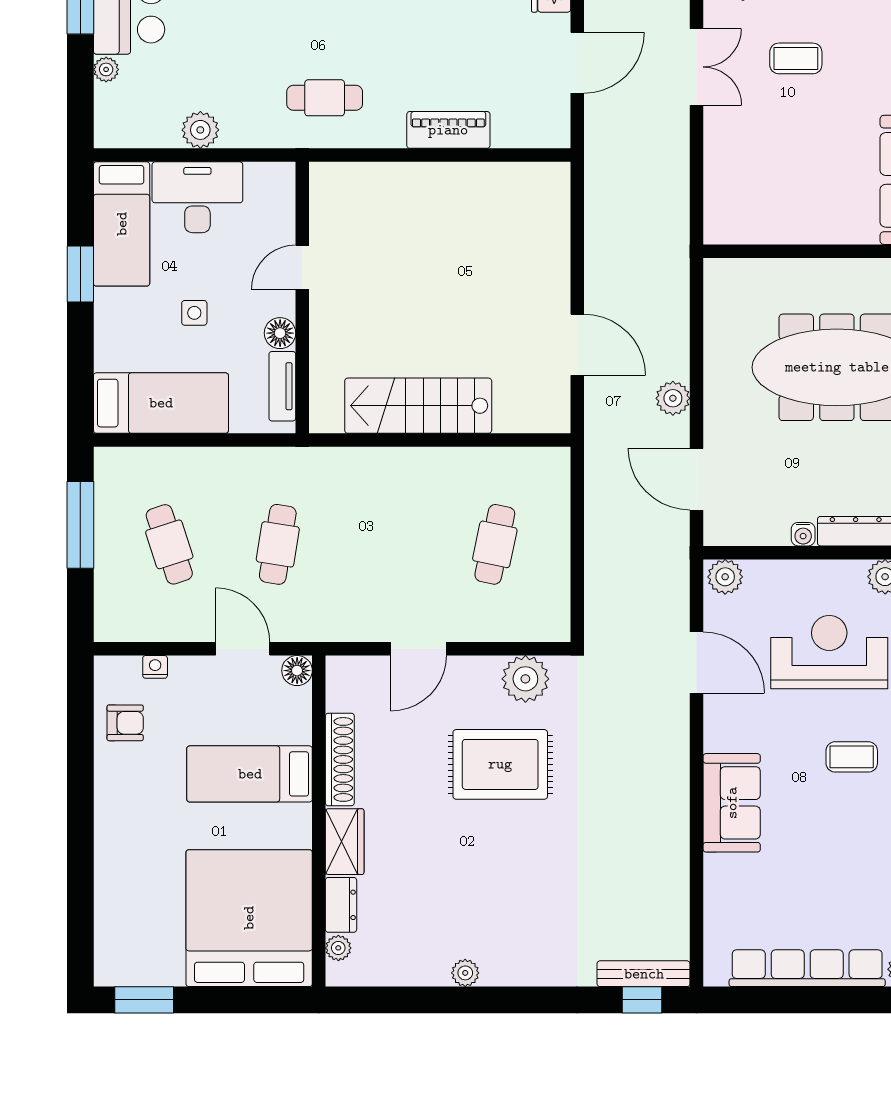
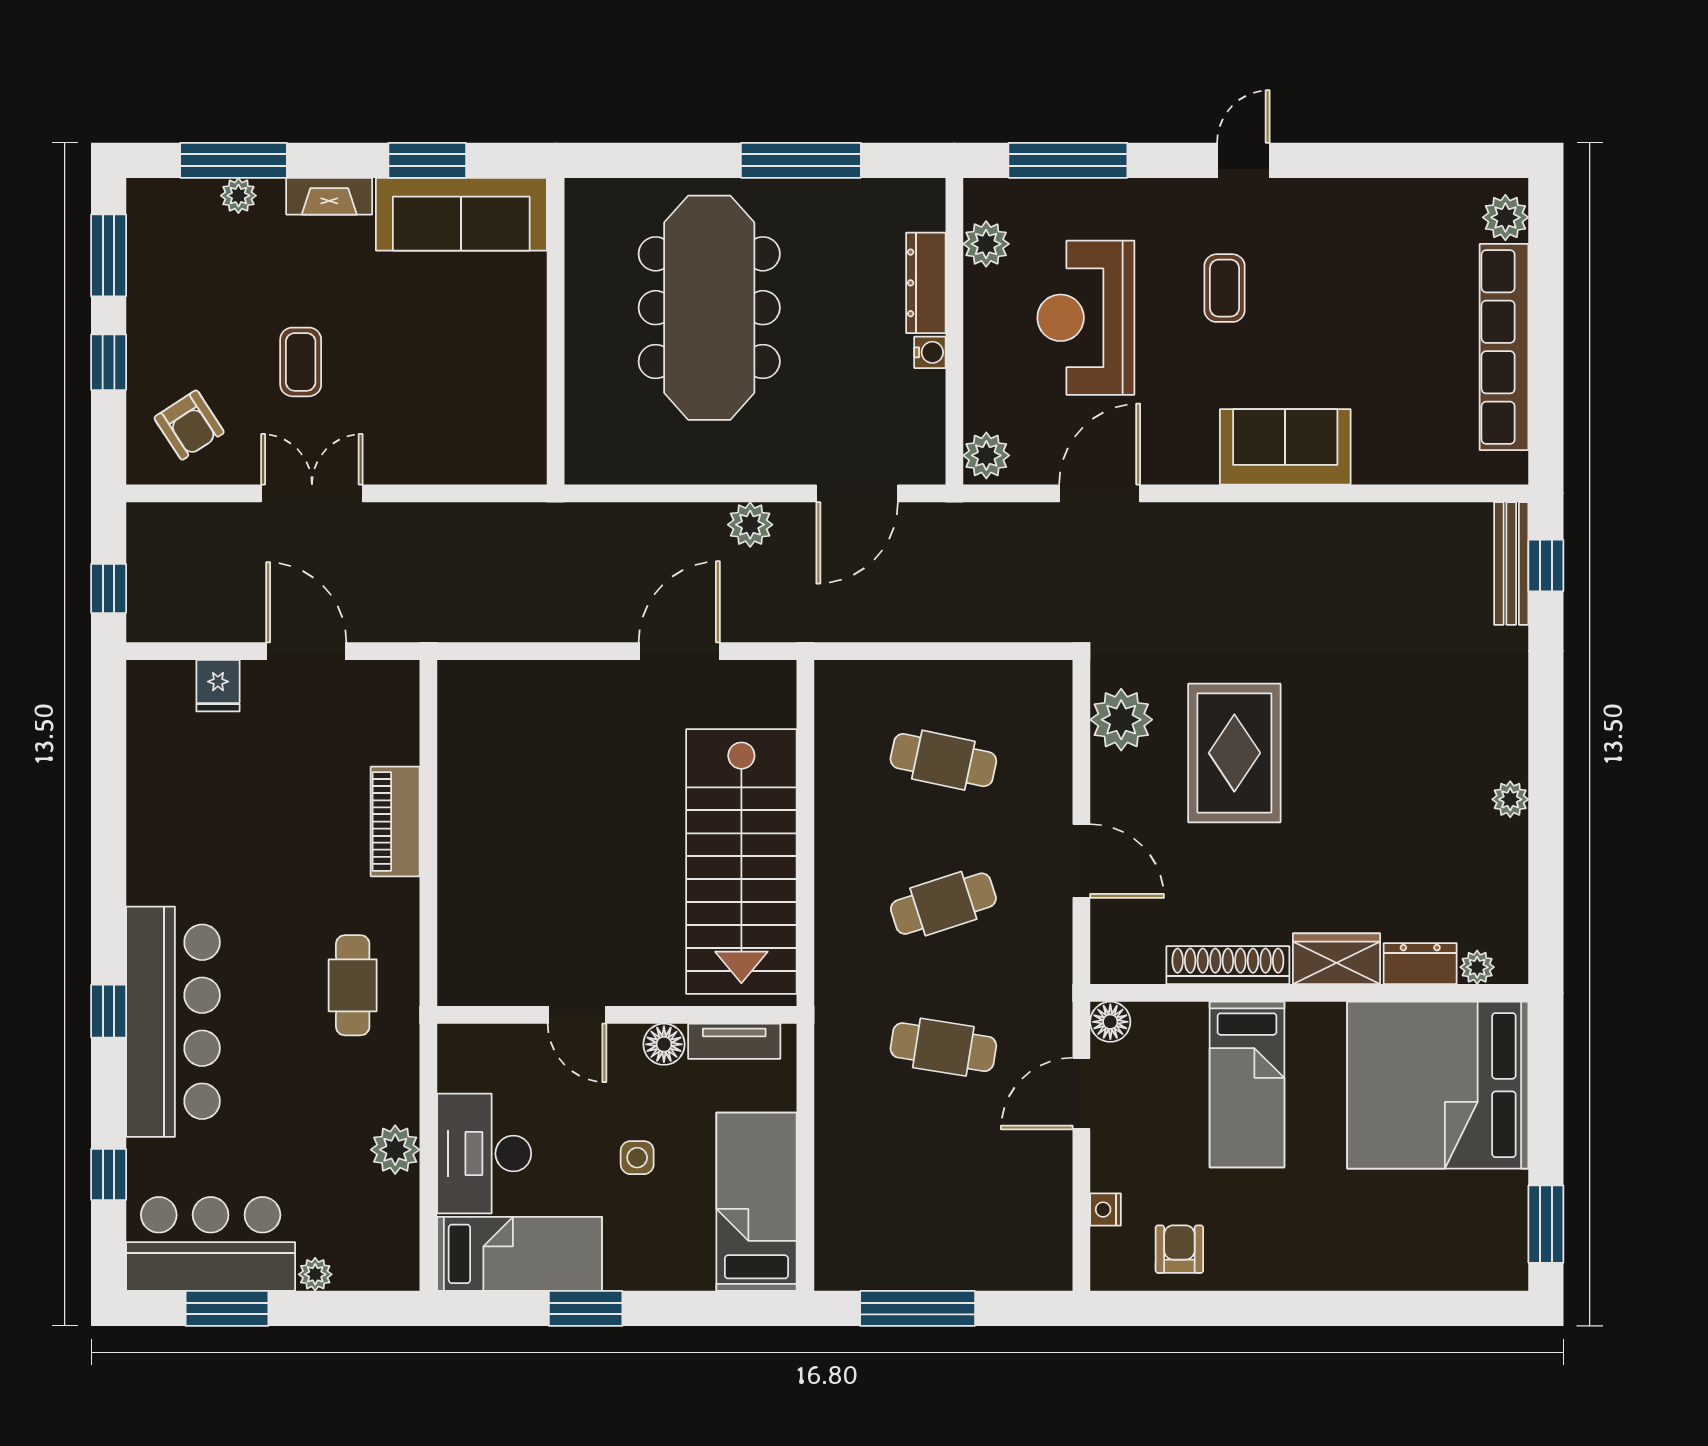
stairs: (418, 406) -> (741, 862), width x1.36, depth x1.51
cafe table: (169, 544) -> (943, 904), moved

